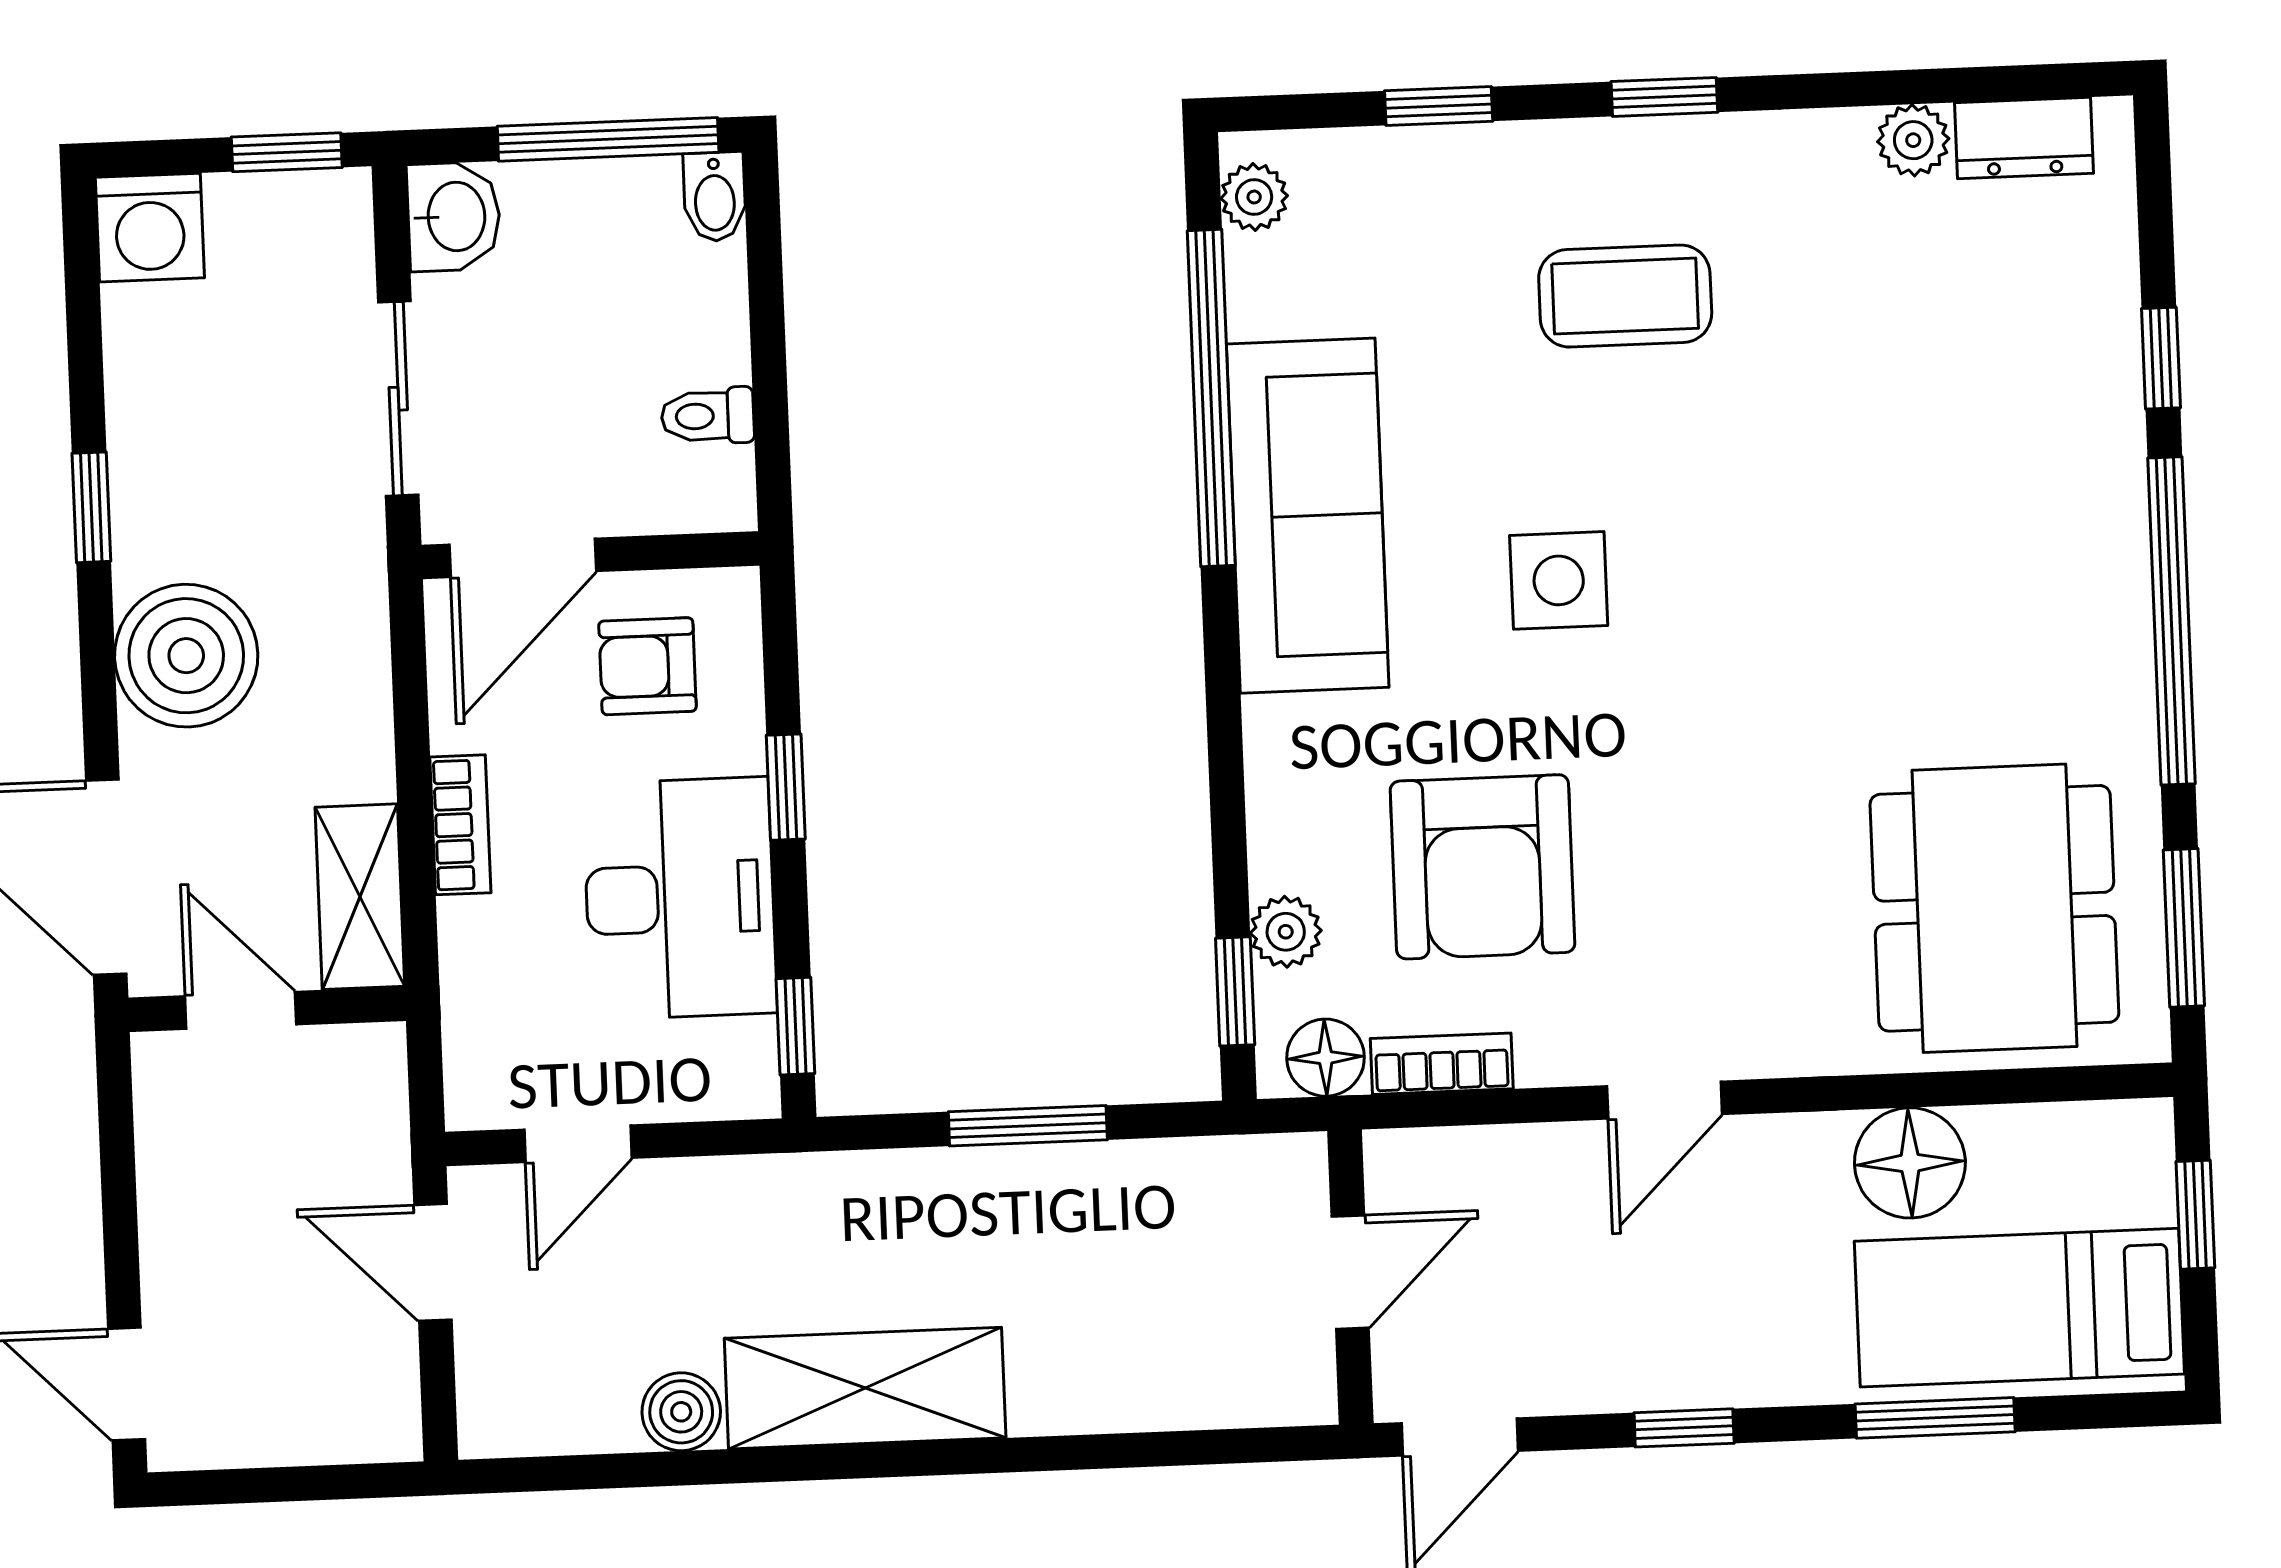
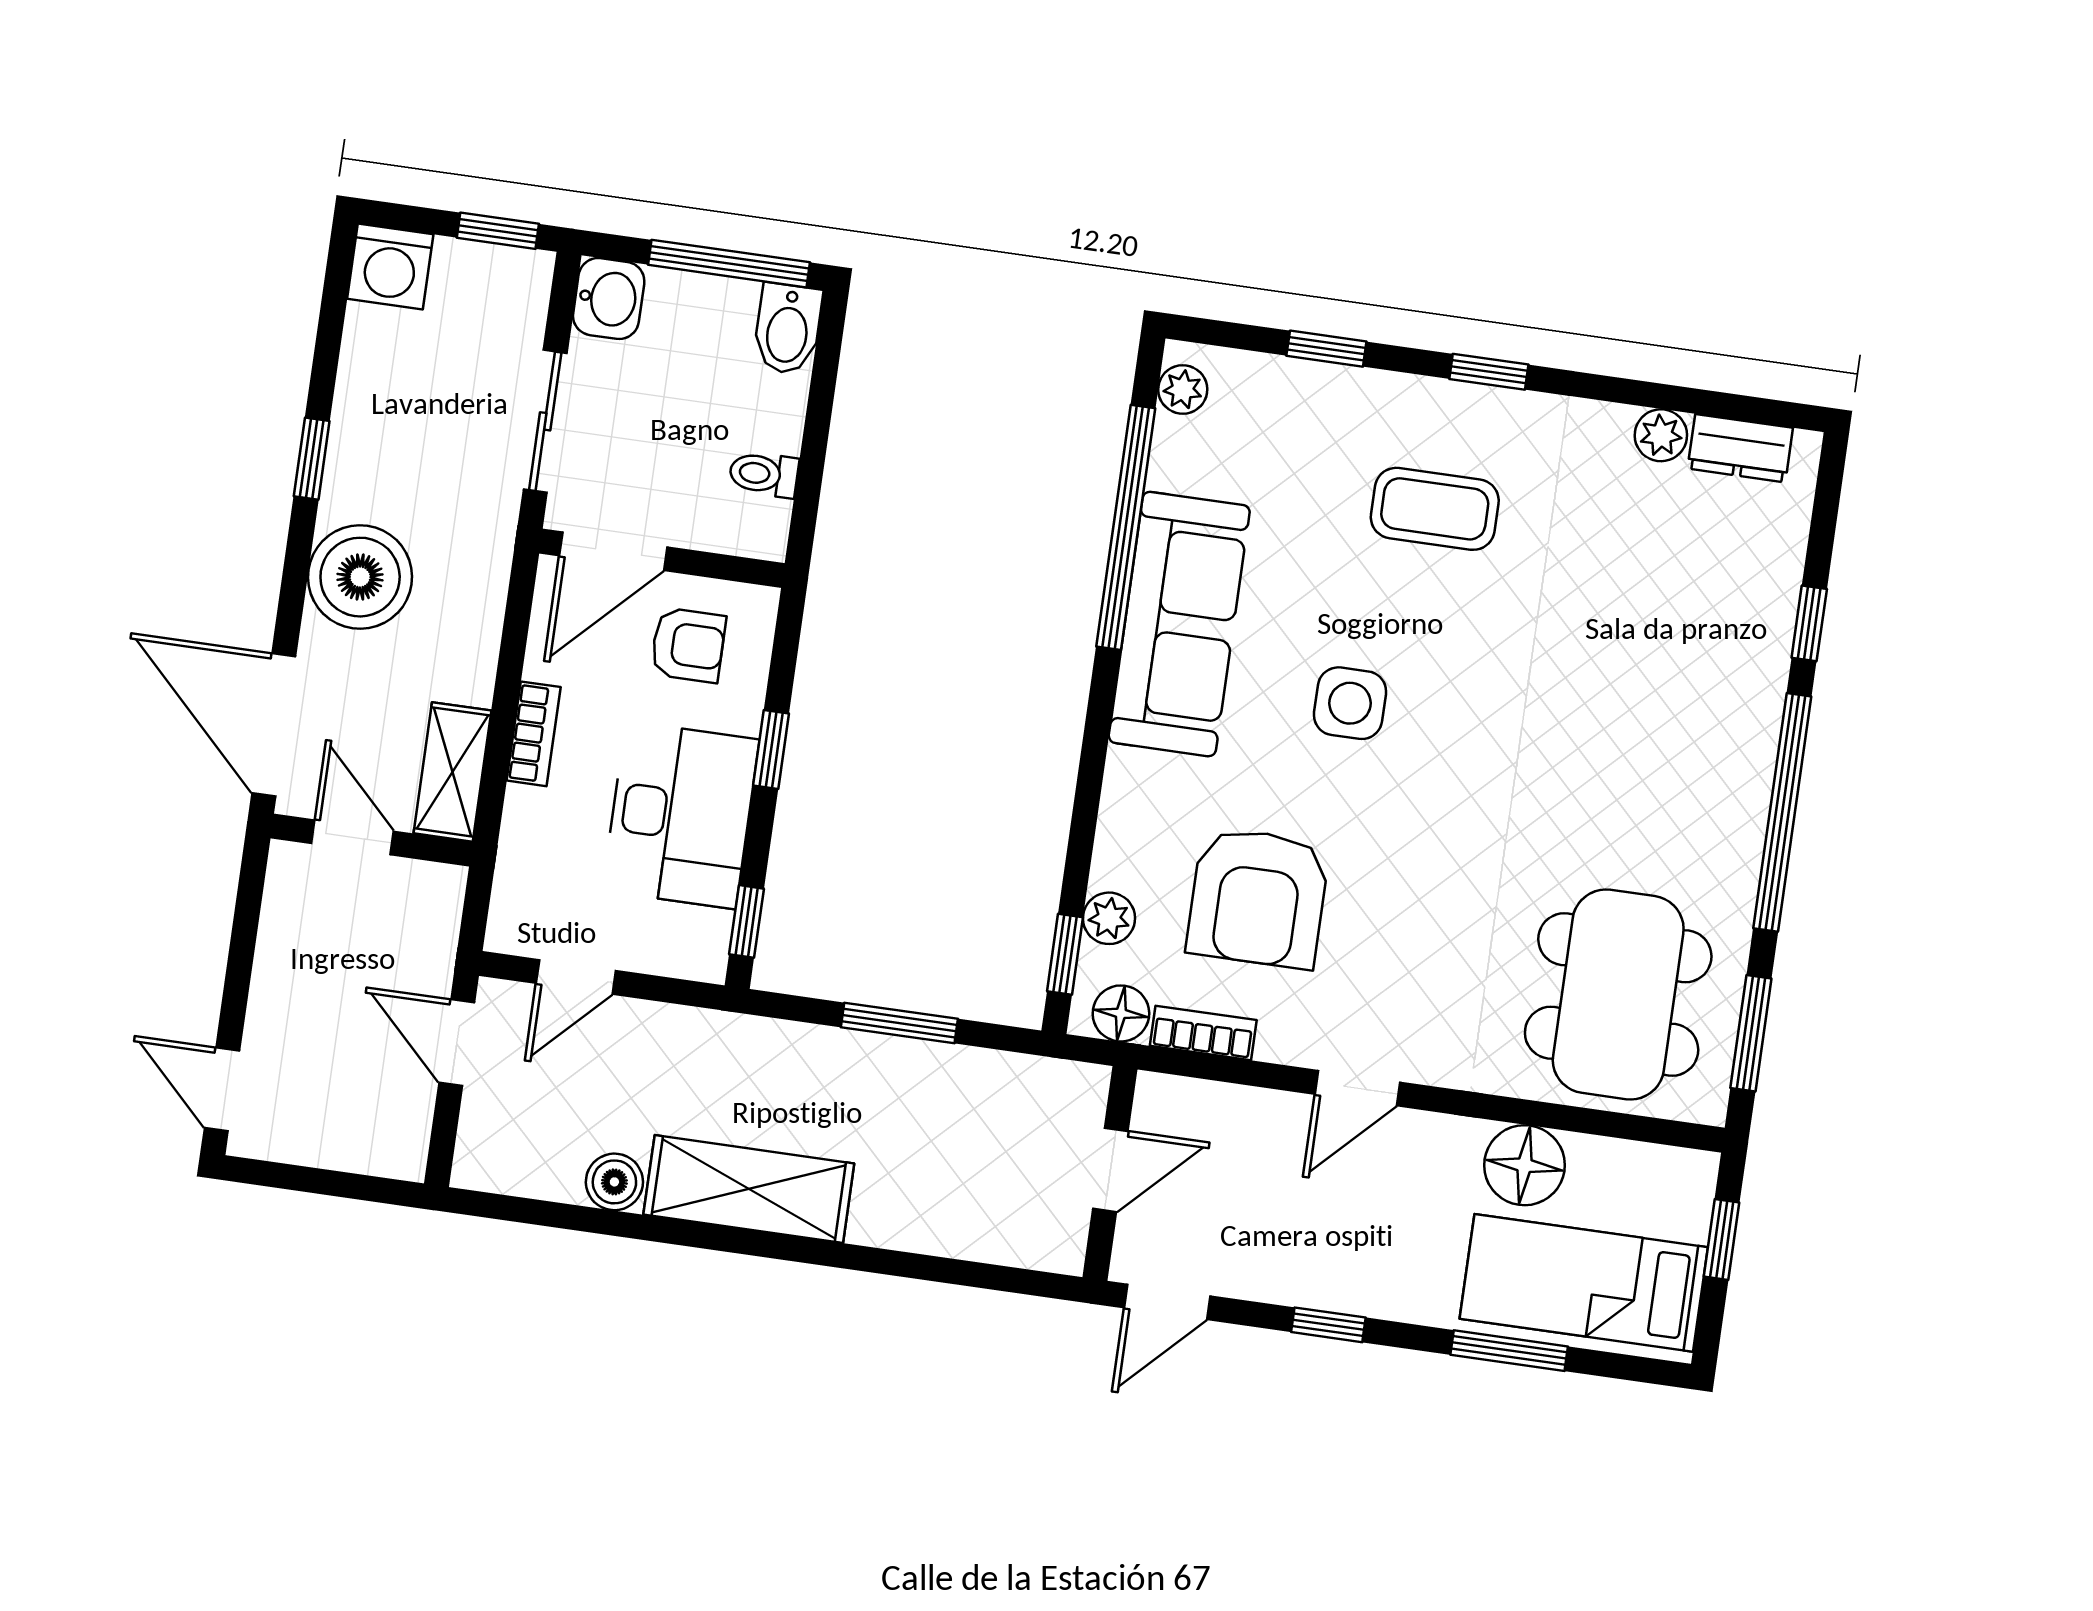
bidet: (715, 197) -> (788, 329), width x1.38, depth x1.36
armchair: (647, 666) -> (688, 645), turned 180

